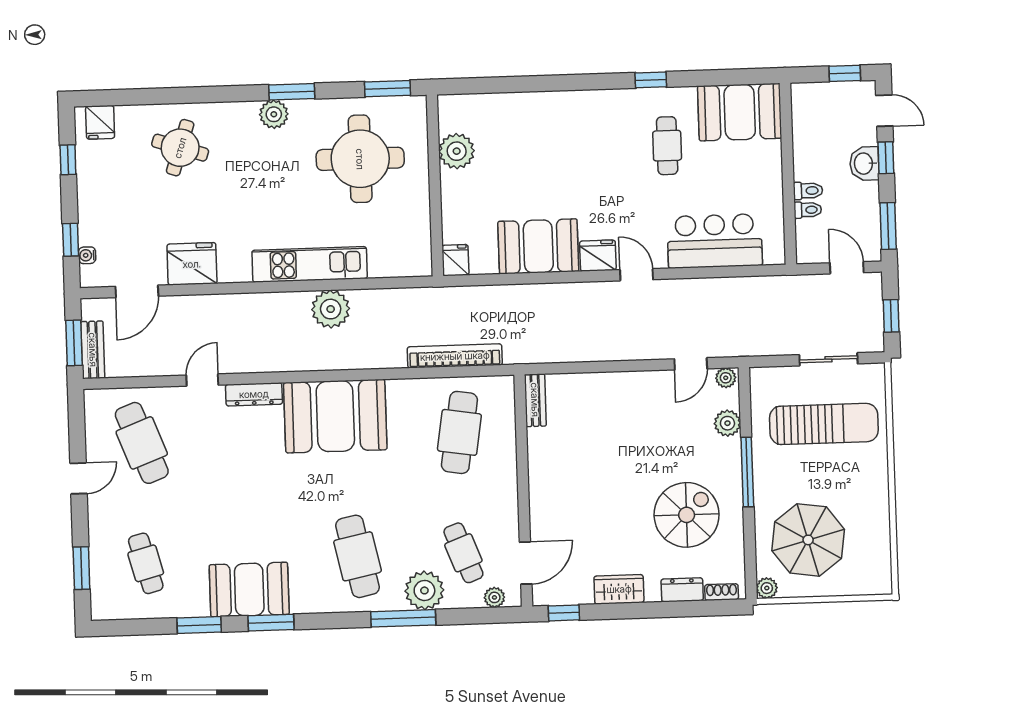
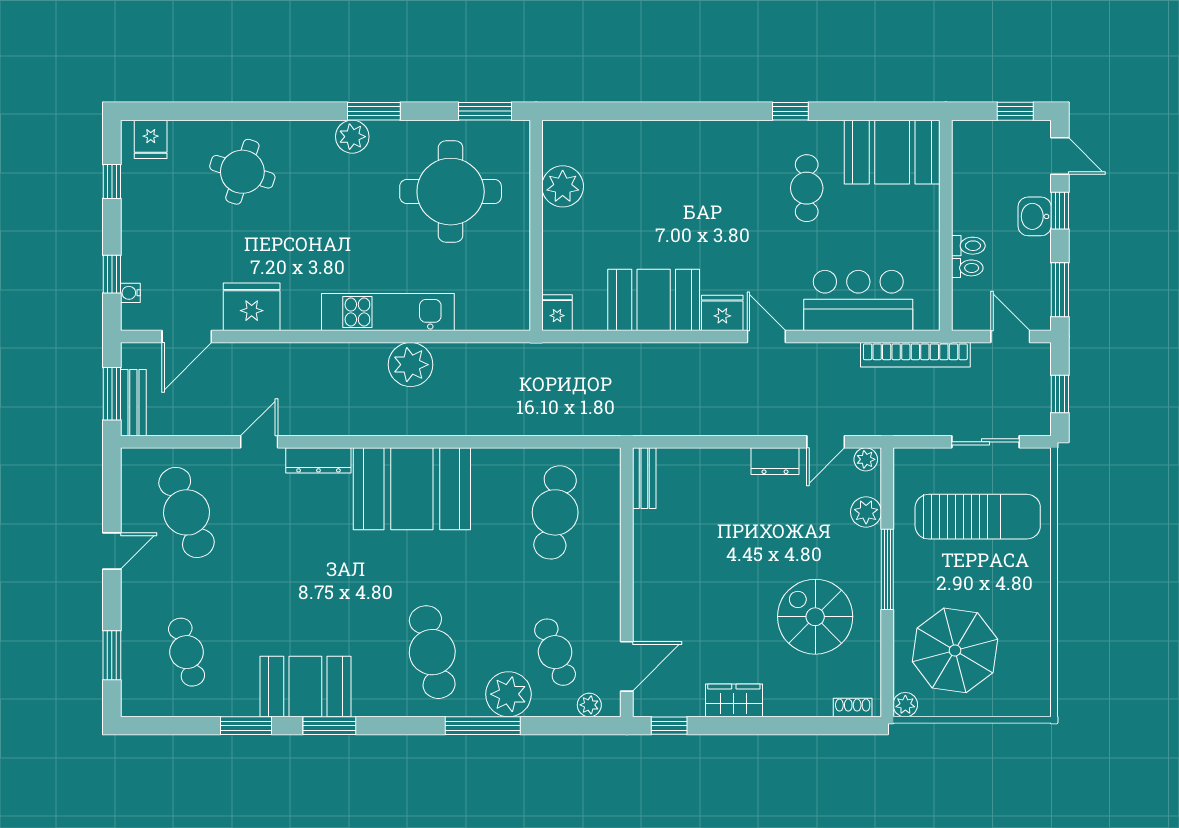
bookcase: (455, 356) -> (915, 355), moved, turned 180
spiral stairs: (687, 515) -> (815, 617), turned -90
dresser: (682, 590) -> (775, 461), moved, turned 180

